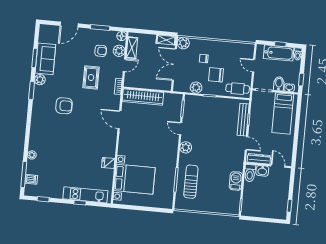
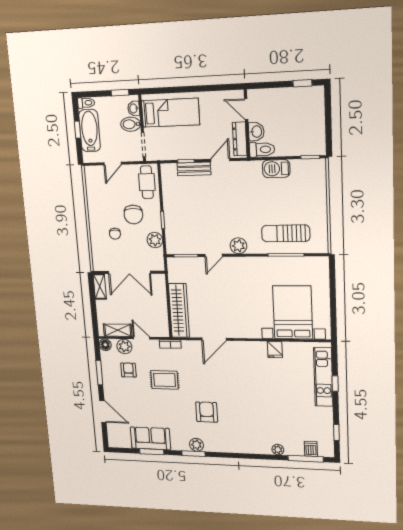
plant: (183, 43) -> (100, 263), removed
plant: (40, 80) -> (196, 445), moved
bench: (243, 120) -> (194, 169), width x0.73
door: (278, 166) -> (246, 109), hinge flipped

